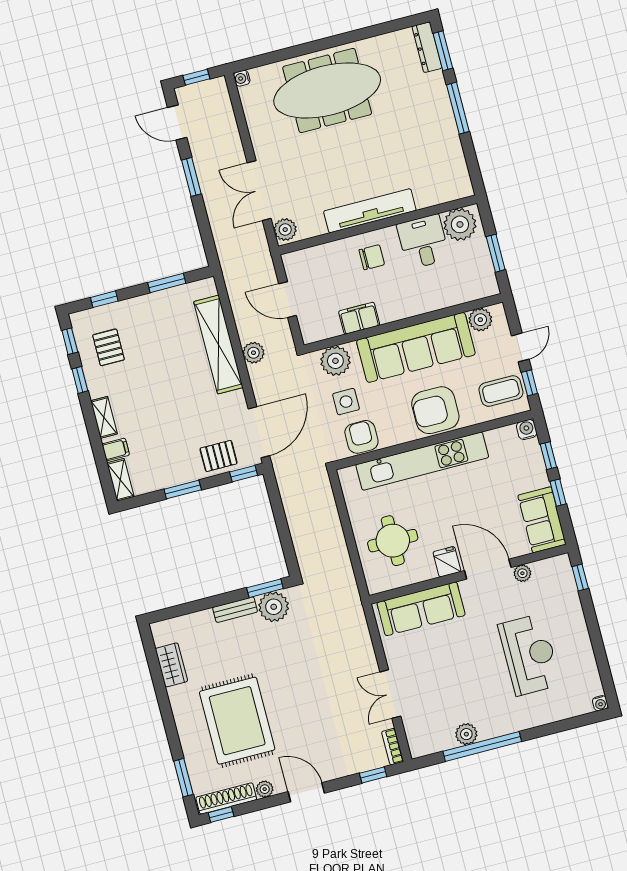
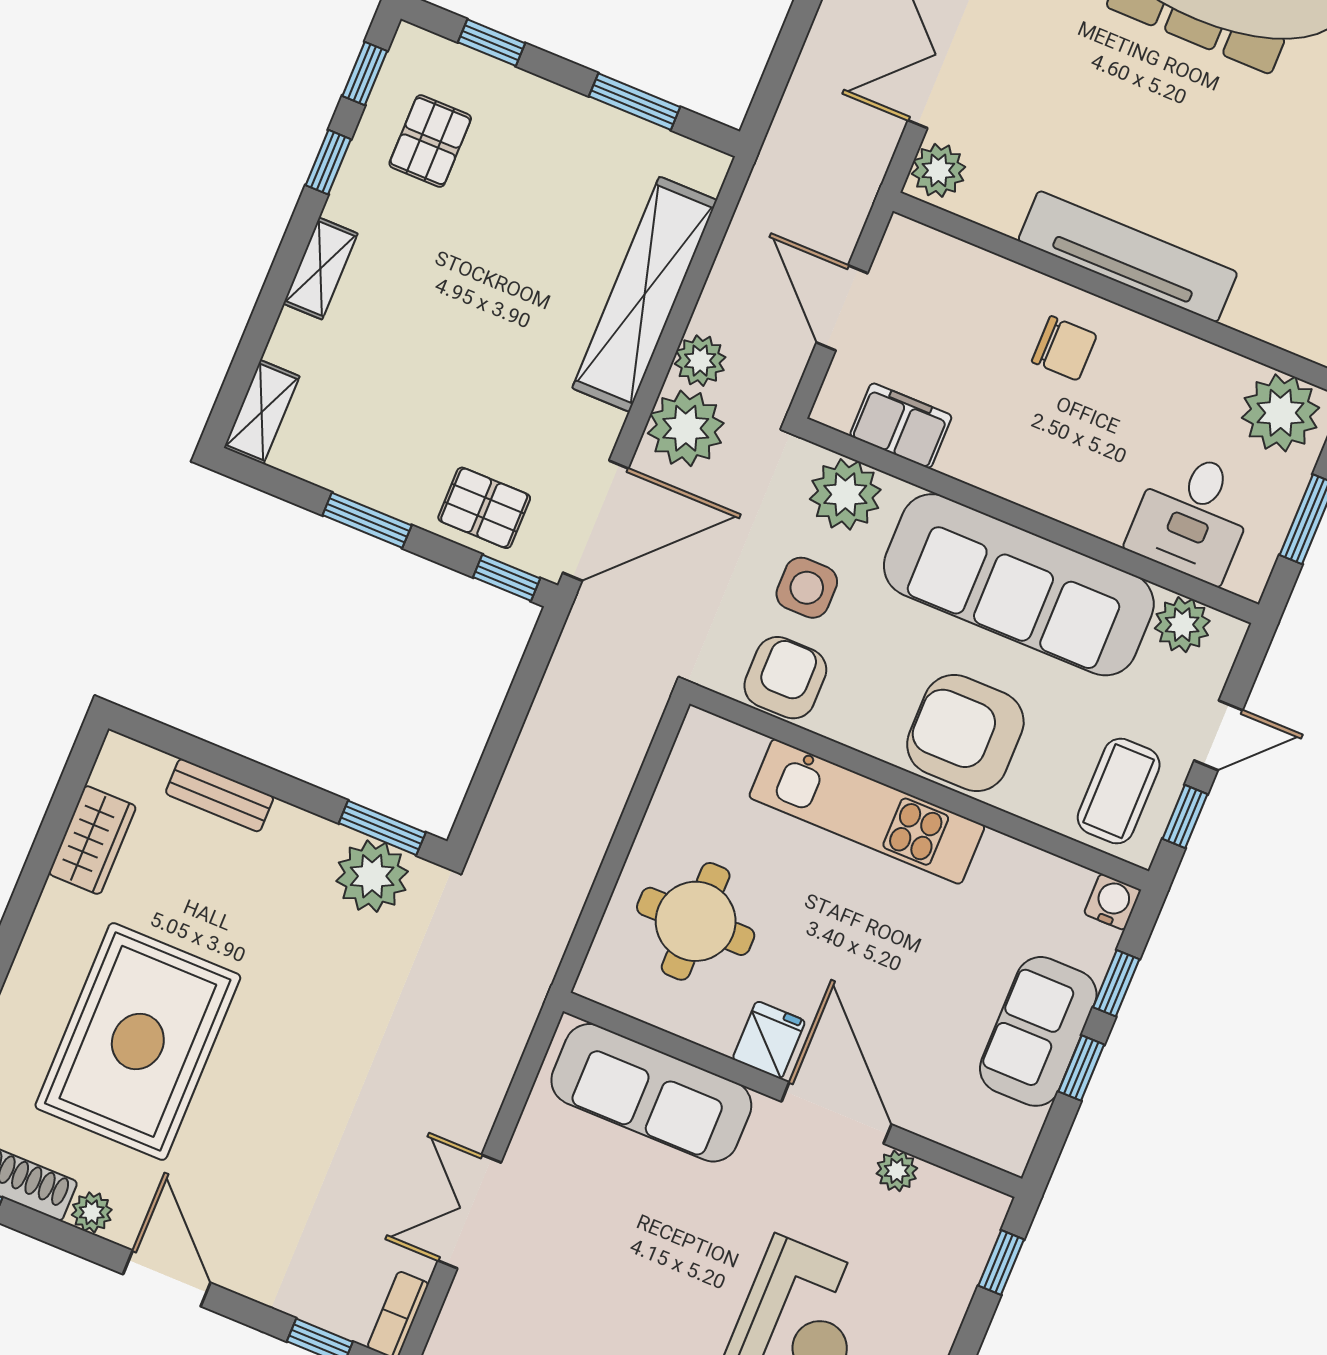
desk: (423, 242) -> (1192, 516), moved, turned 180
filing cabinet: (359, 318) -> (901, 426), moved
plant: (266, 379) -> (686, 428), added
coffee table: (501, 391) -> (1119, 791), turned 90
filing cabinet: (116, 450) -> (296, 347), removed
kitchen unit: (422, 461) -> (867, 811), width x0.73
sofa: (542, 520) -> (1038, 1031), moved
bench: (235, 610) -> (220, 795), moved

